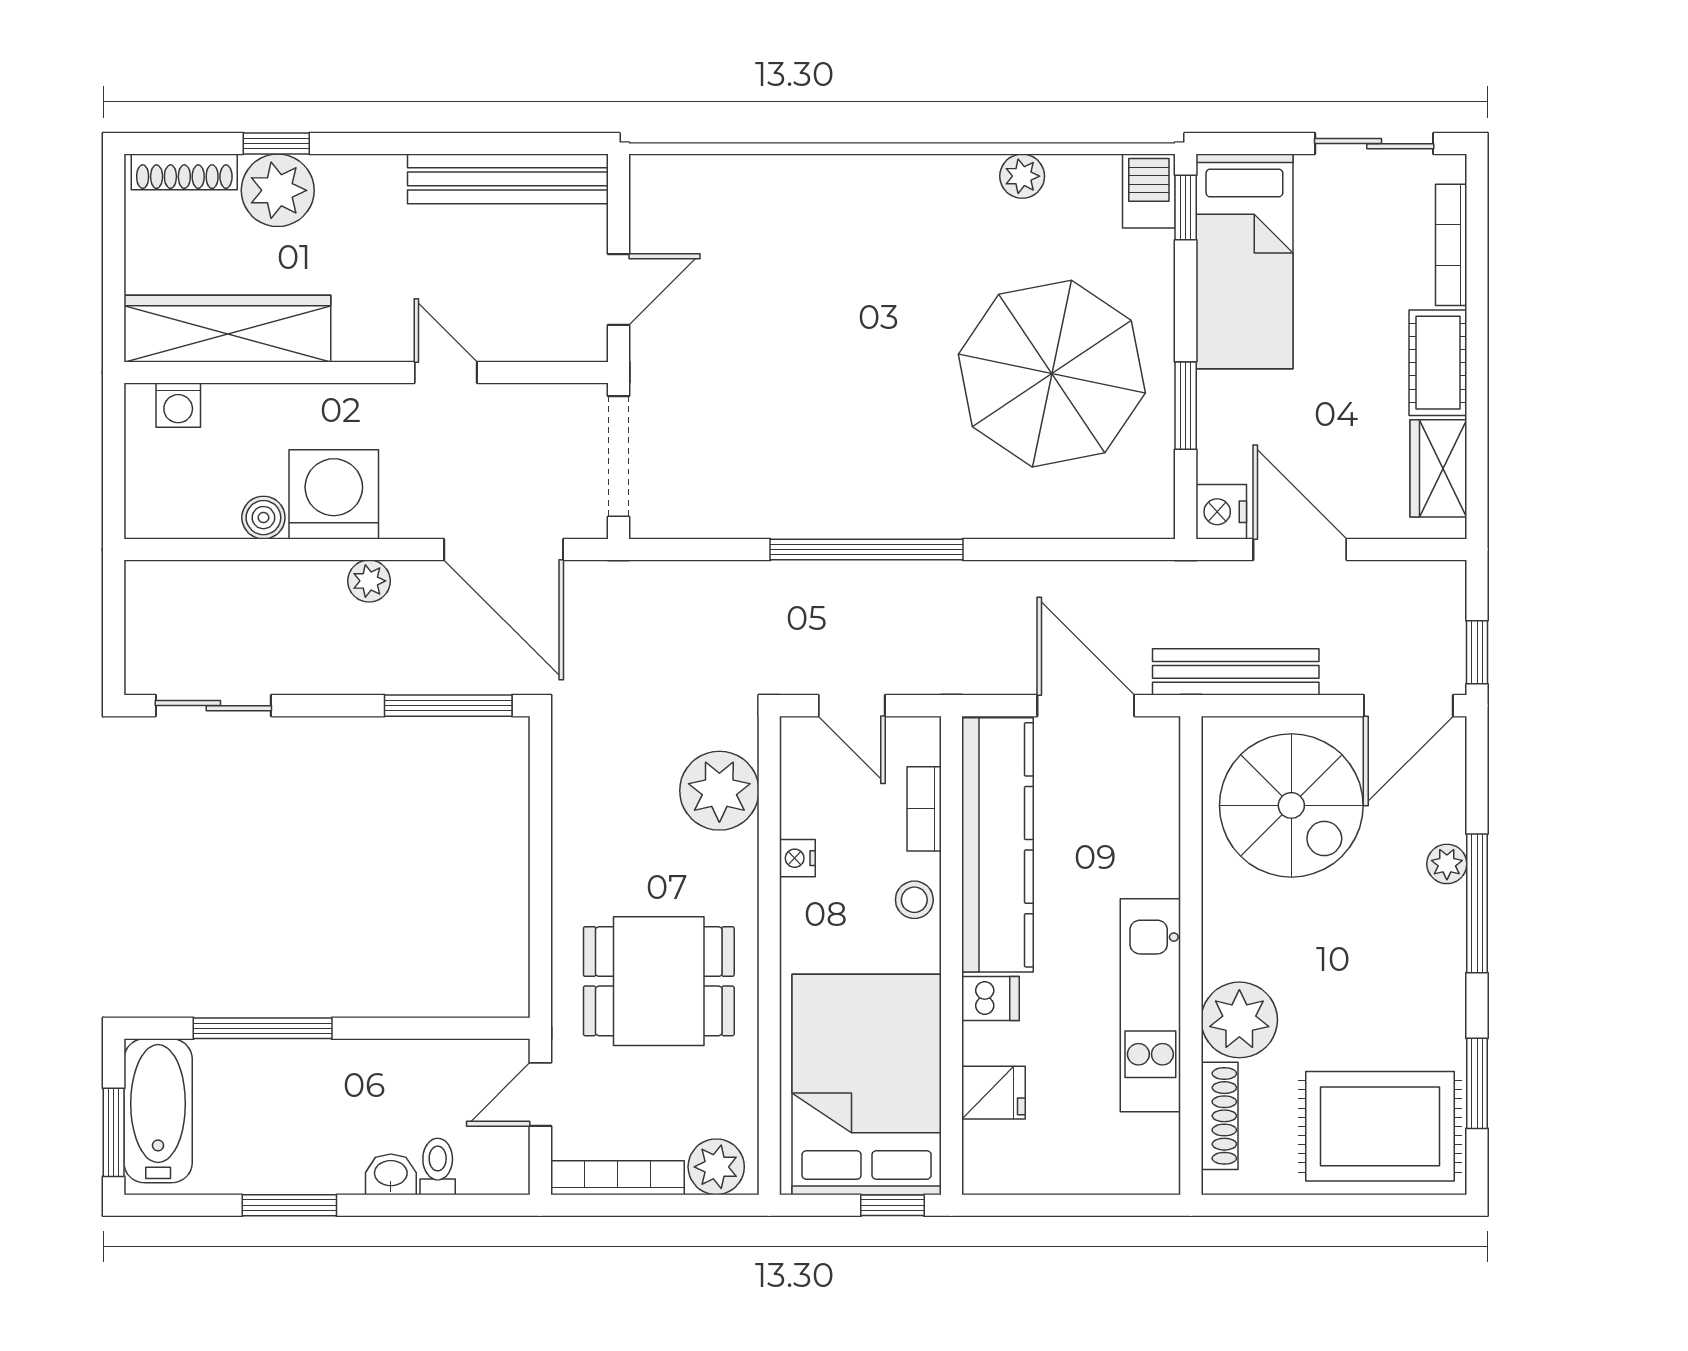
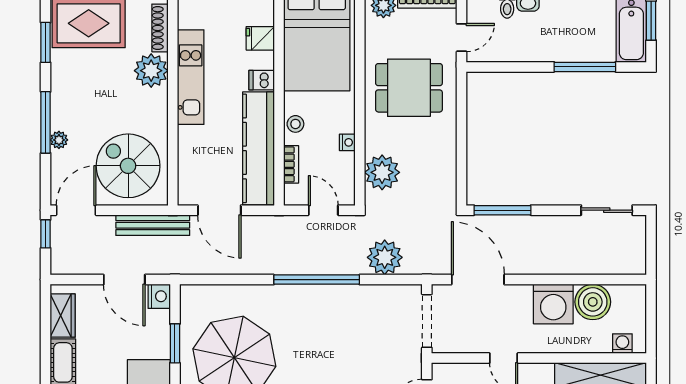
boiler: (263, 518) -> (593, 302), width x1.86, depth x1.86
plant: (369, 581) -> (385, 257), moved, width x1.87, depth x1.87

